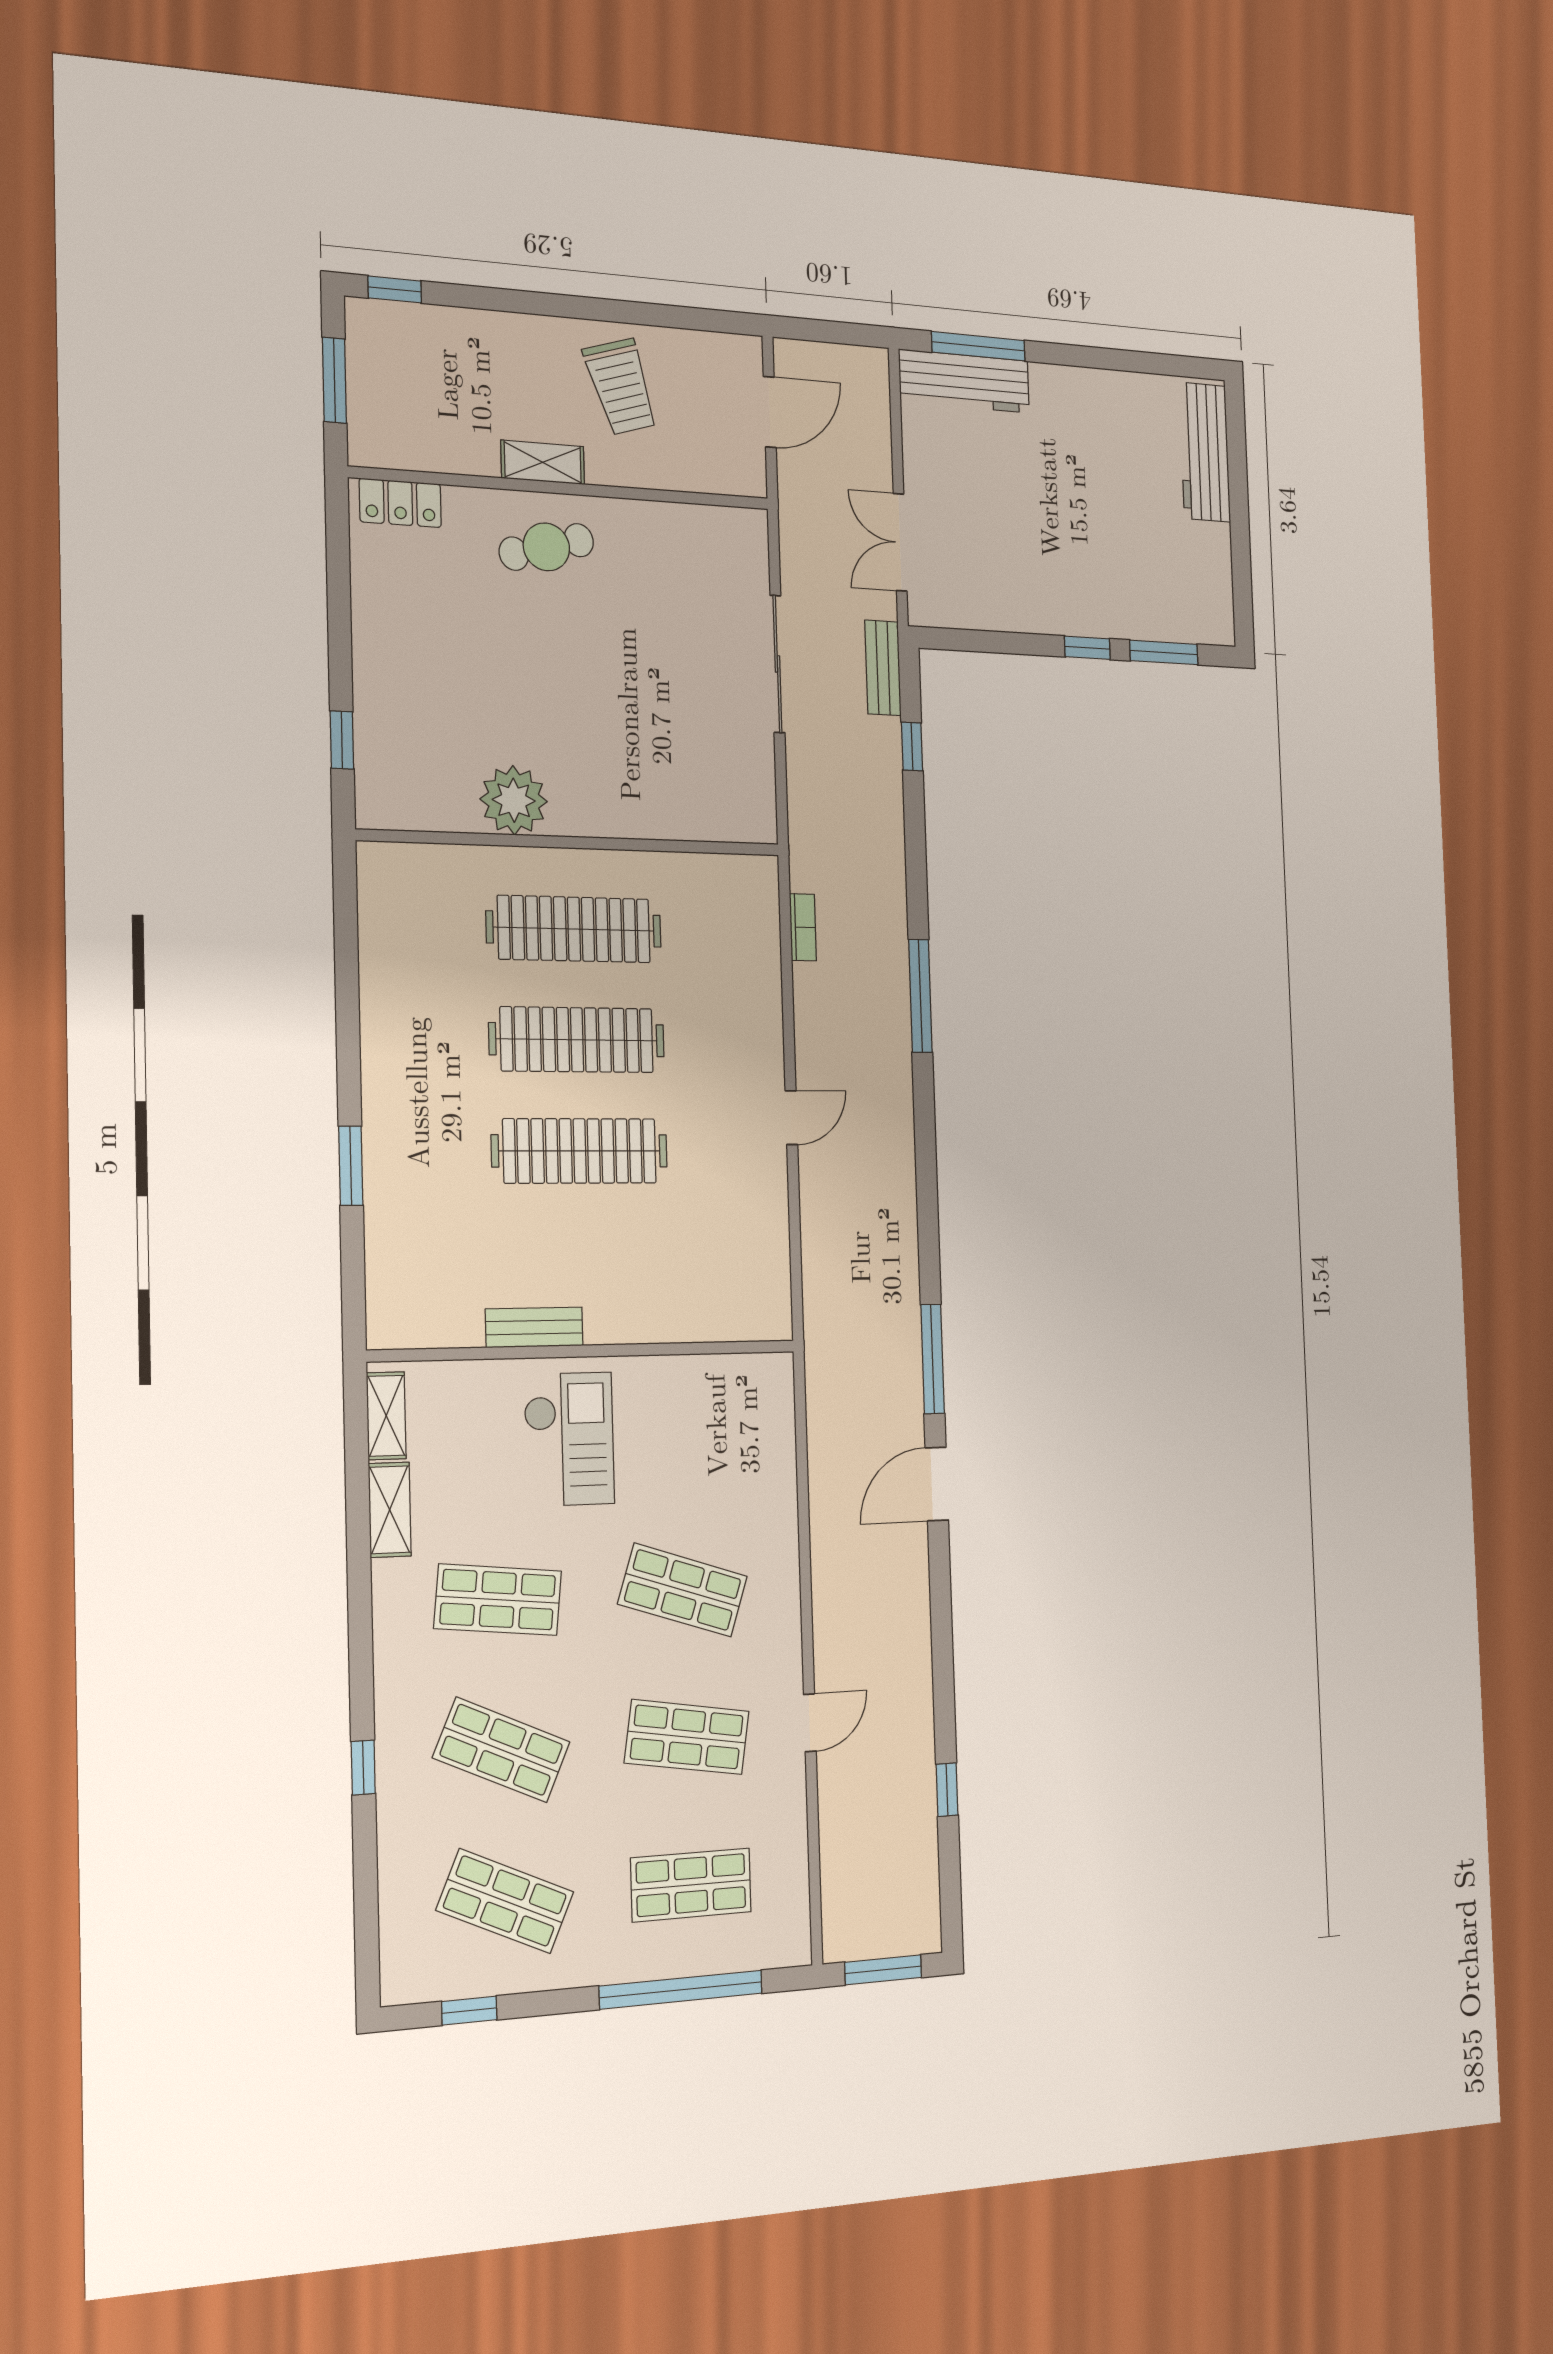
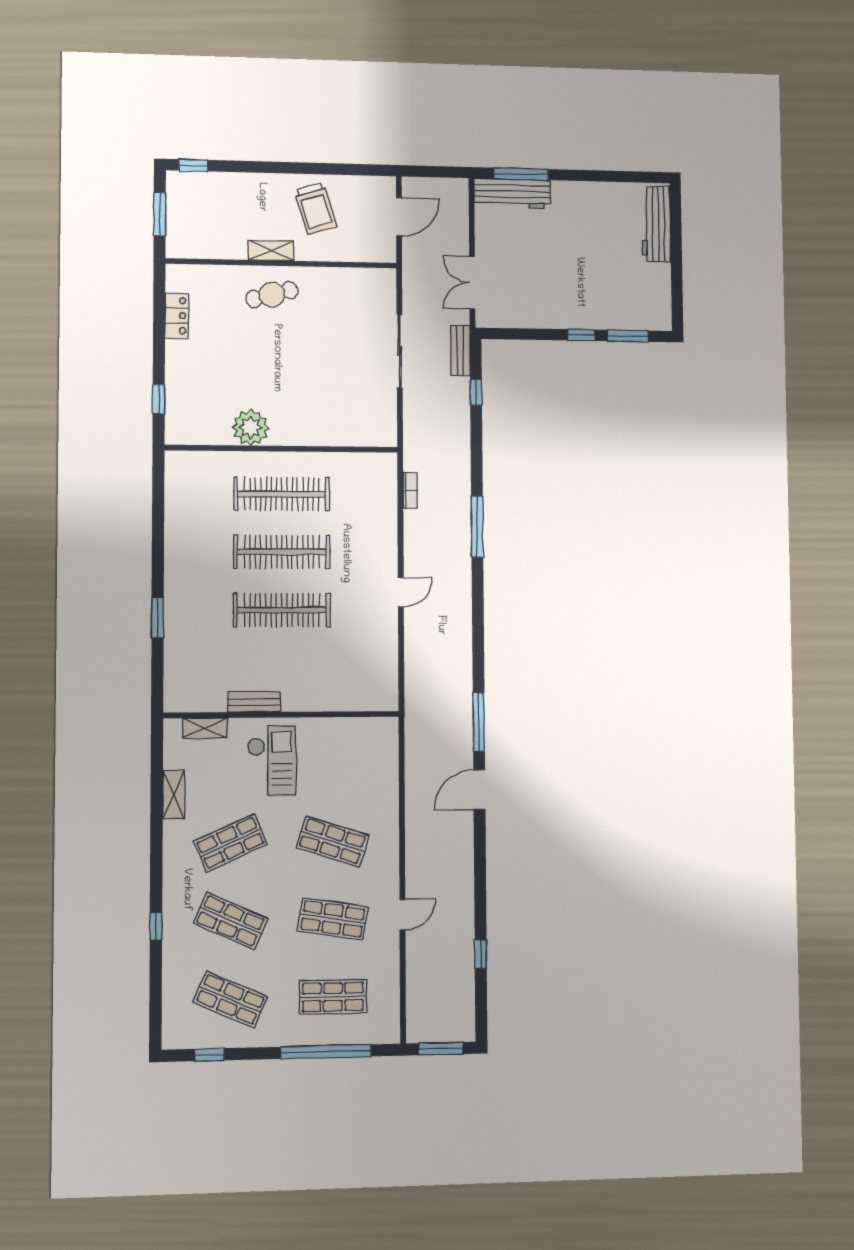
locker: (400, 503) -> (177, 316), moved, turned -90
shelving: (386, 1416) -> (205, 728), moved, turned 90
shop shelf: (498, 1600) -> (231, 843), turned -30

